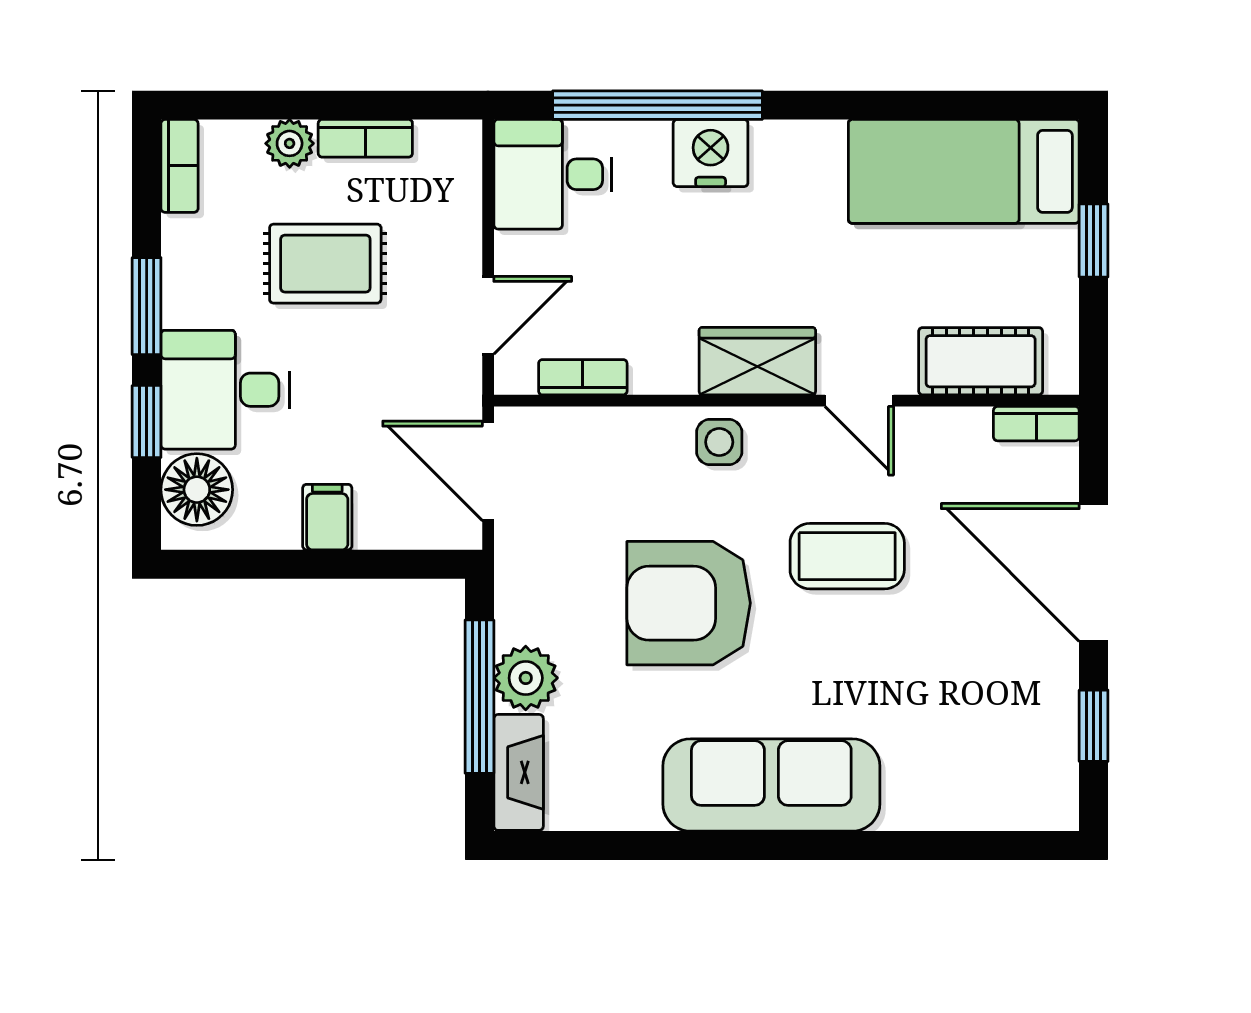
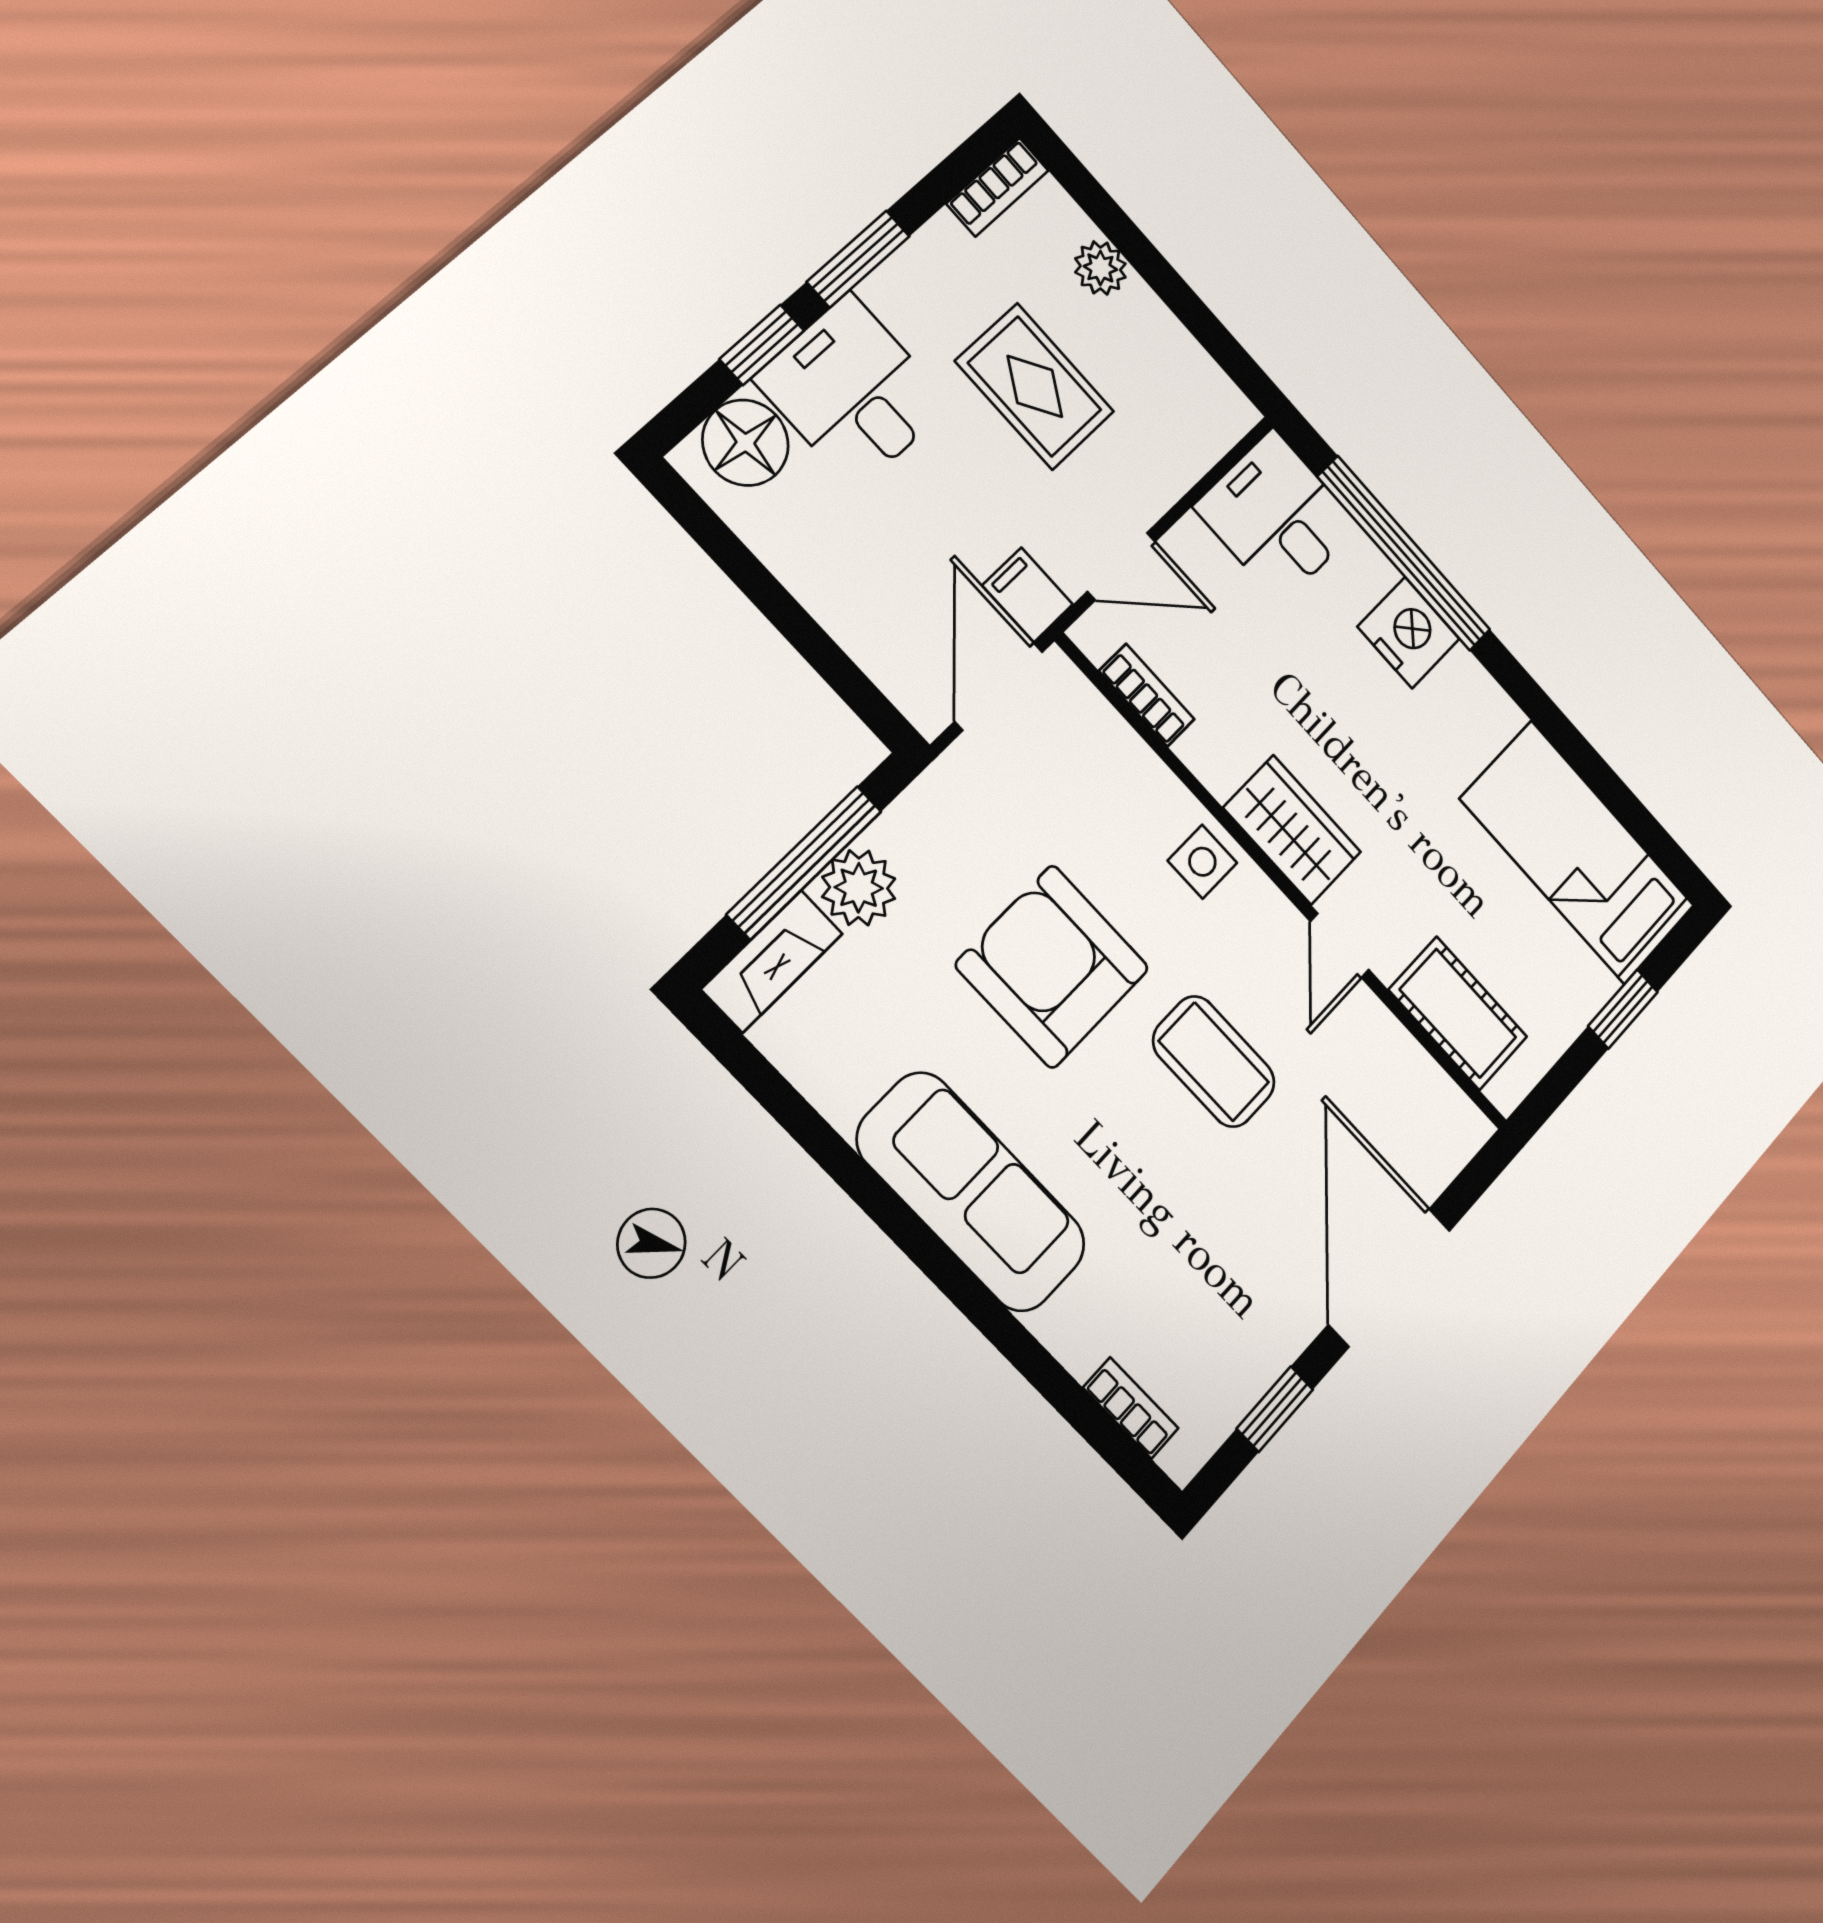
bookcase: (365, 138) -> (1162, 330), removed
bookcase: (1036, 424) -> (1131, 1408), moved, turned 180
filing cabinet: (327, 517) -> (1028, 595), moved, turned -90

